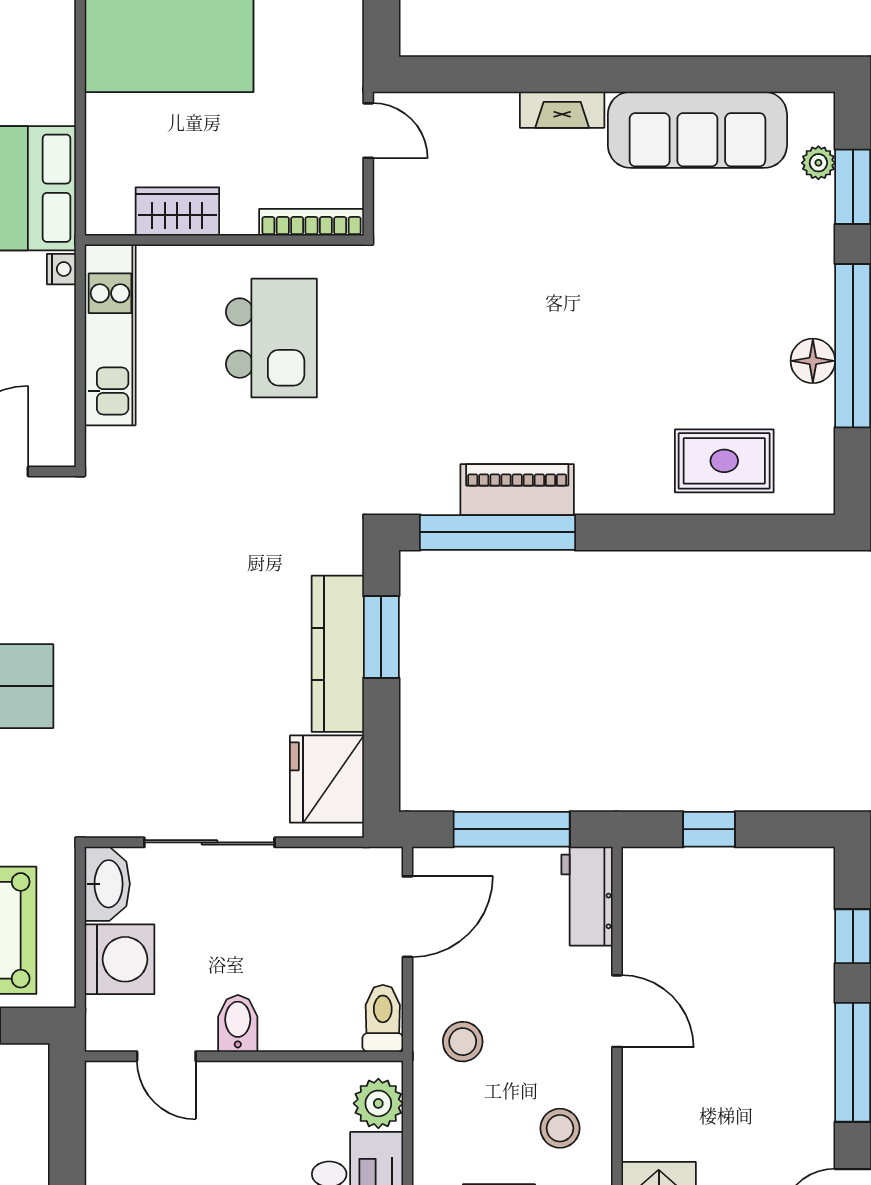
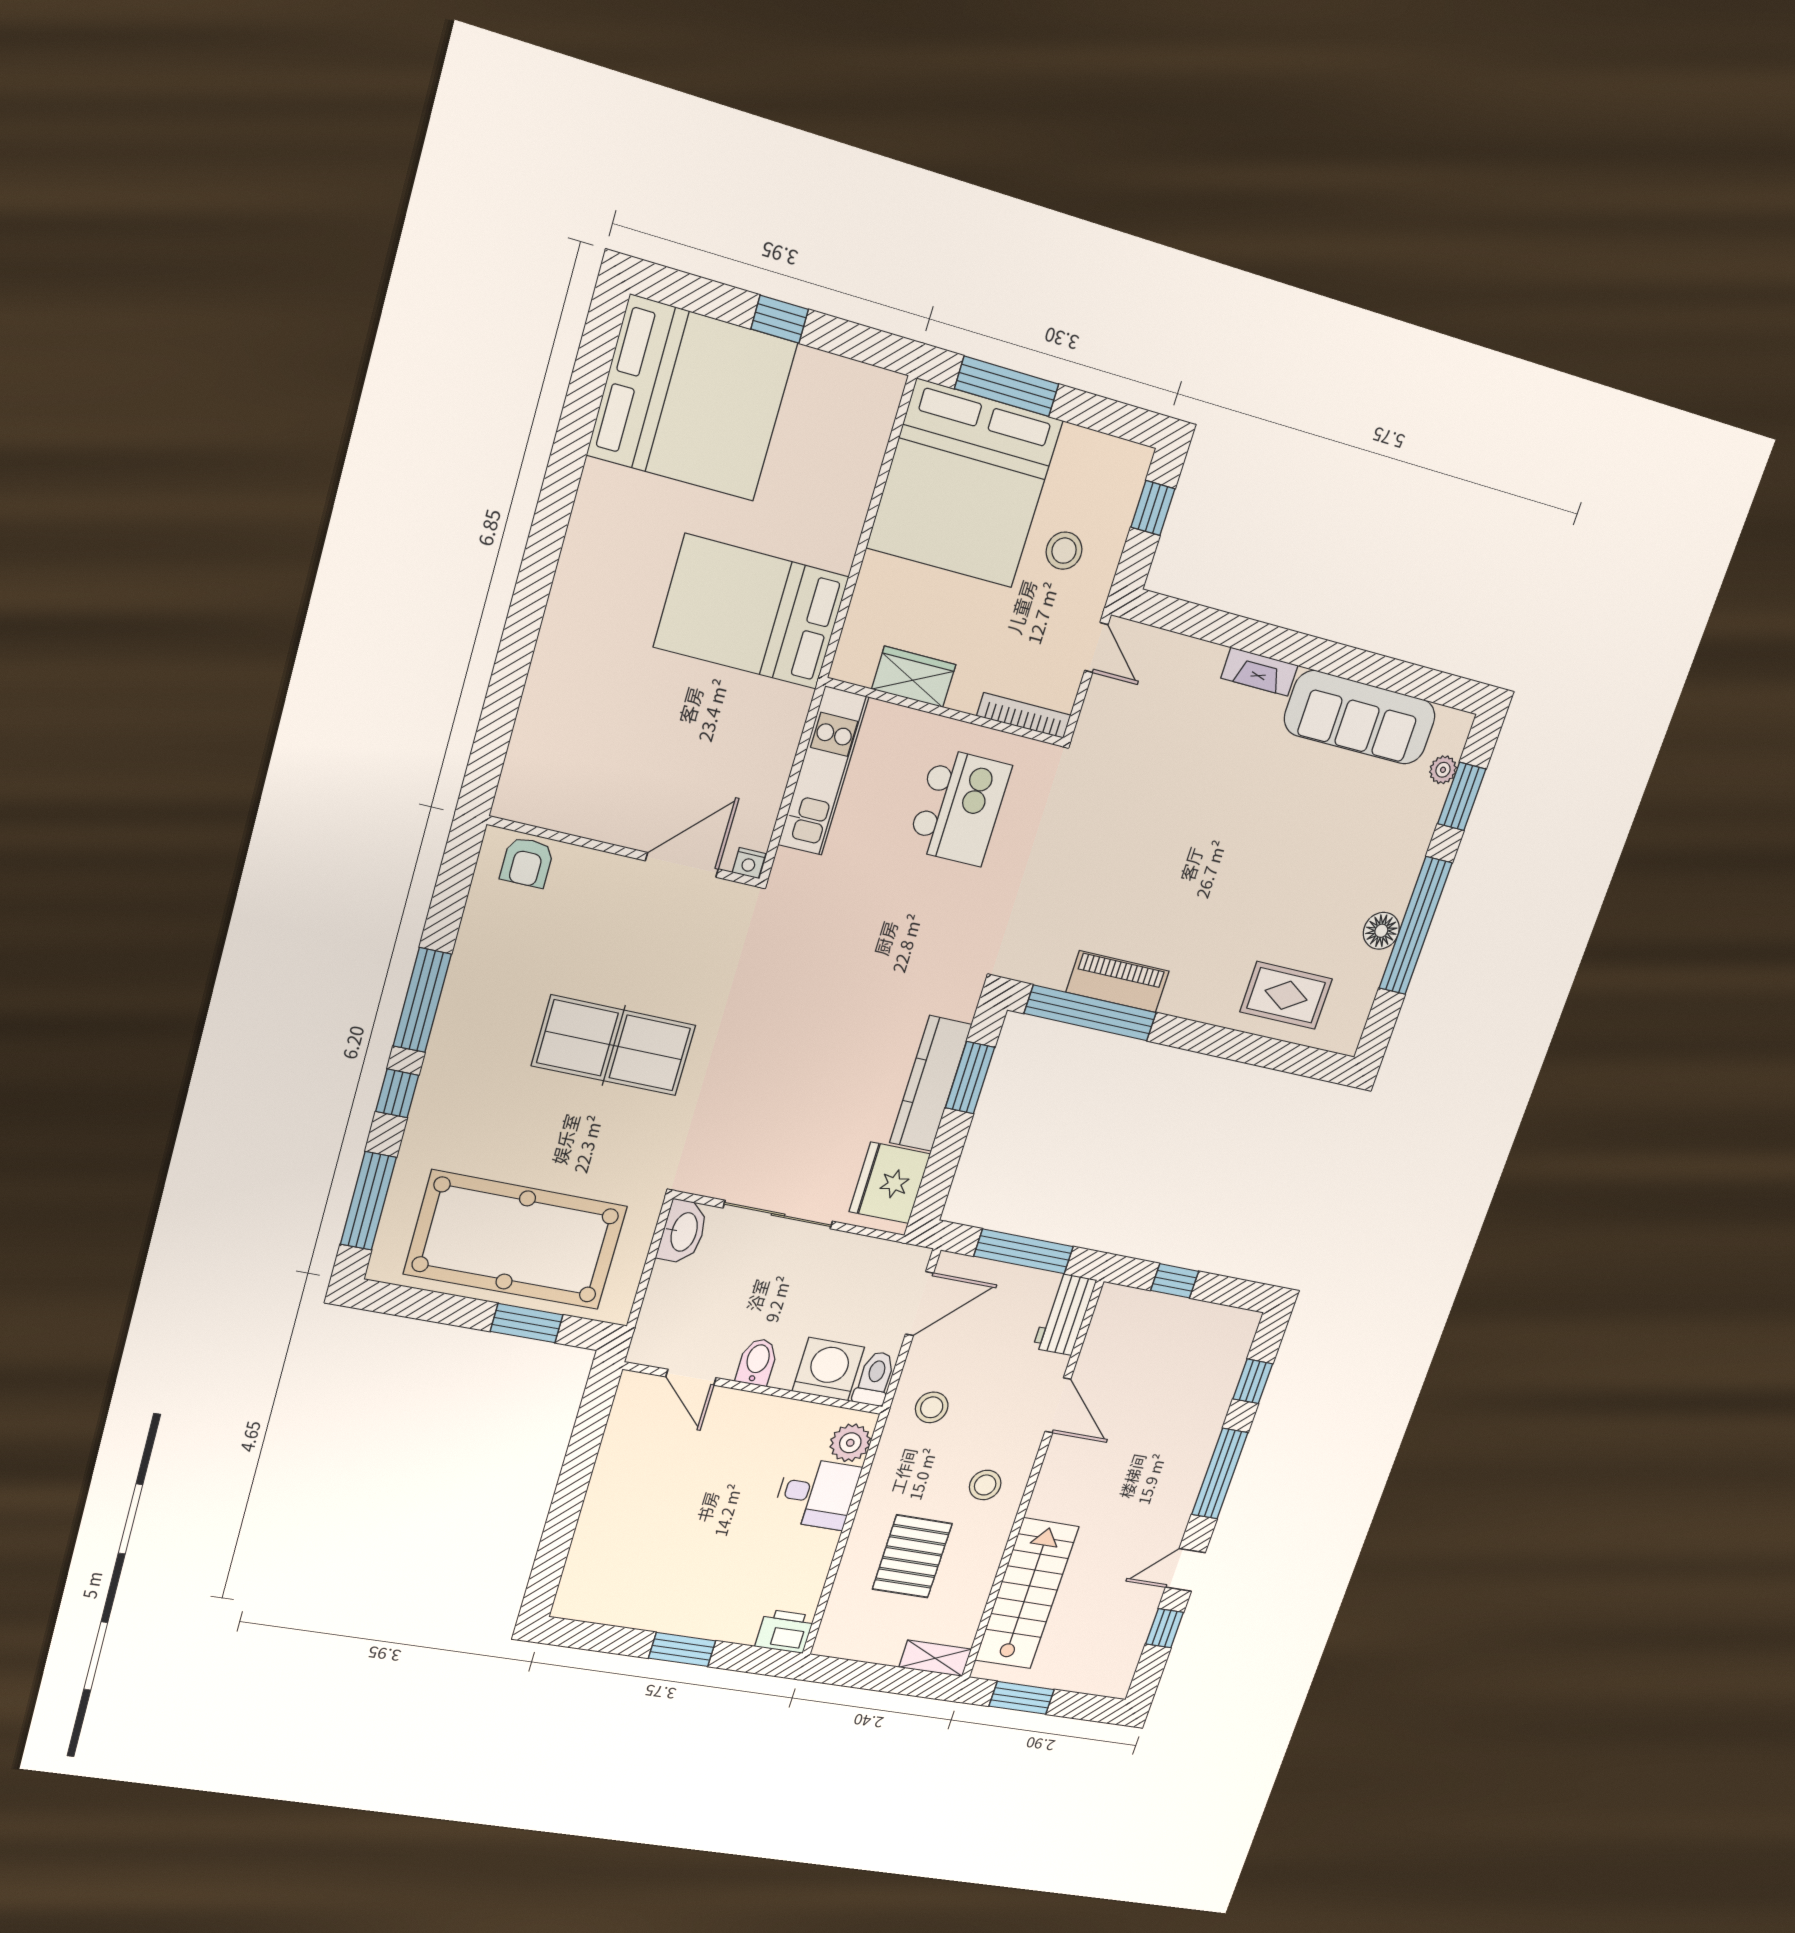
stool: (299, 39) -> (1064, 551), added
nightstand: (61, 269) -> (749, 863), moved, turned 90
washing machine: (119, 959) -> (828, 1369), moved, turned -90

